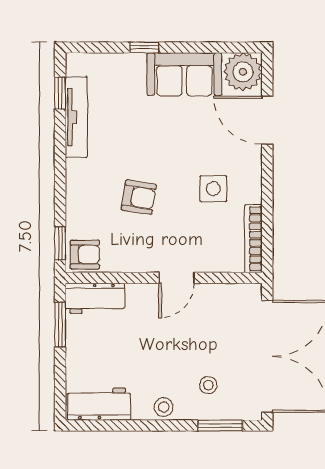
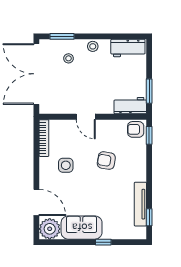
door: (176, 278) -> (86, 117), swing flipped

